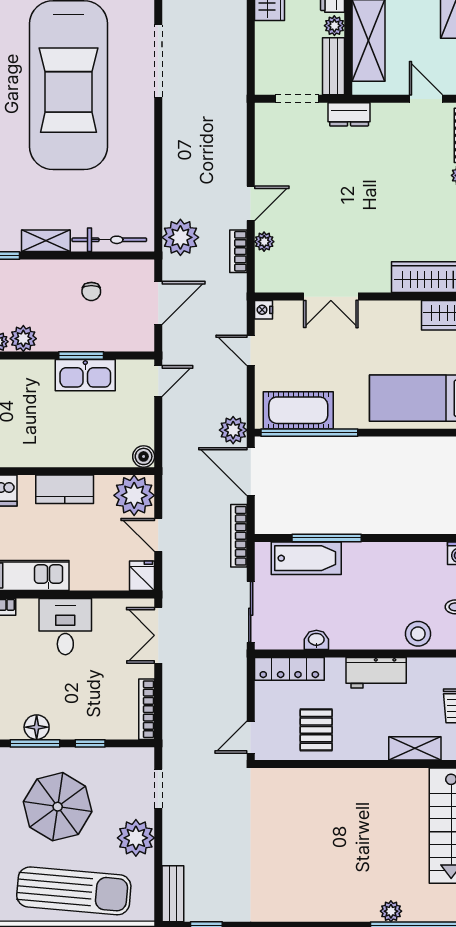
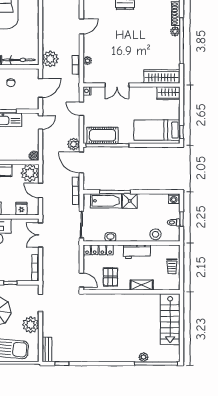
door: (251, 203) -> (81, 26), moved
shower: (360, 559) -> (130, 201), added
fridge: (142, 576) -> (21, 209), moved
door: (251, 737) -> (81, 280), swing flipped
shelving: (415, 748) -> (142, 285), moved

